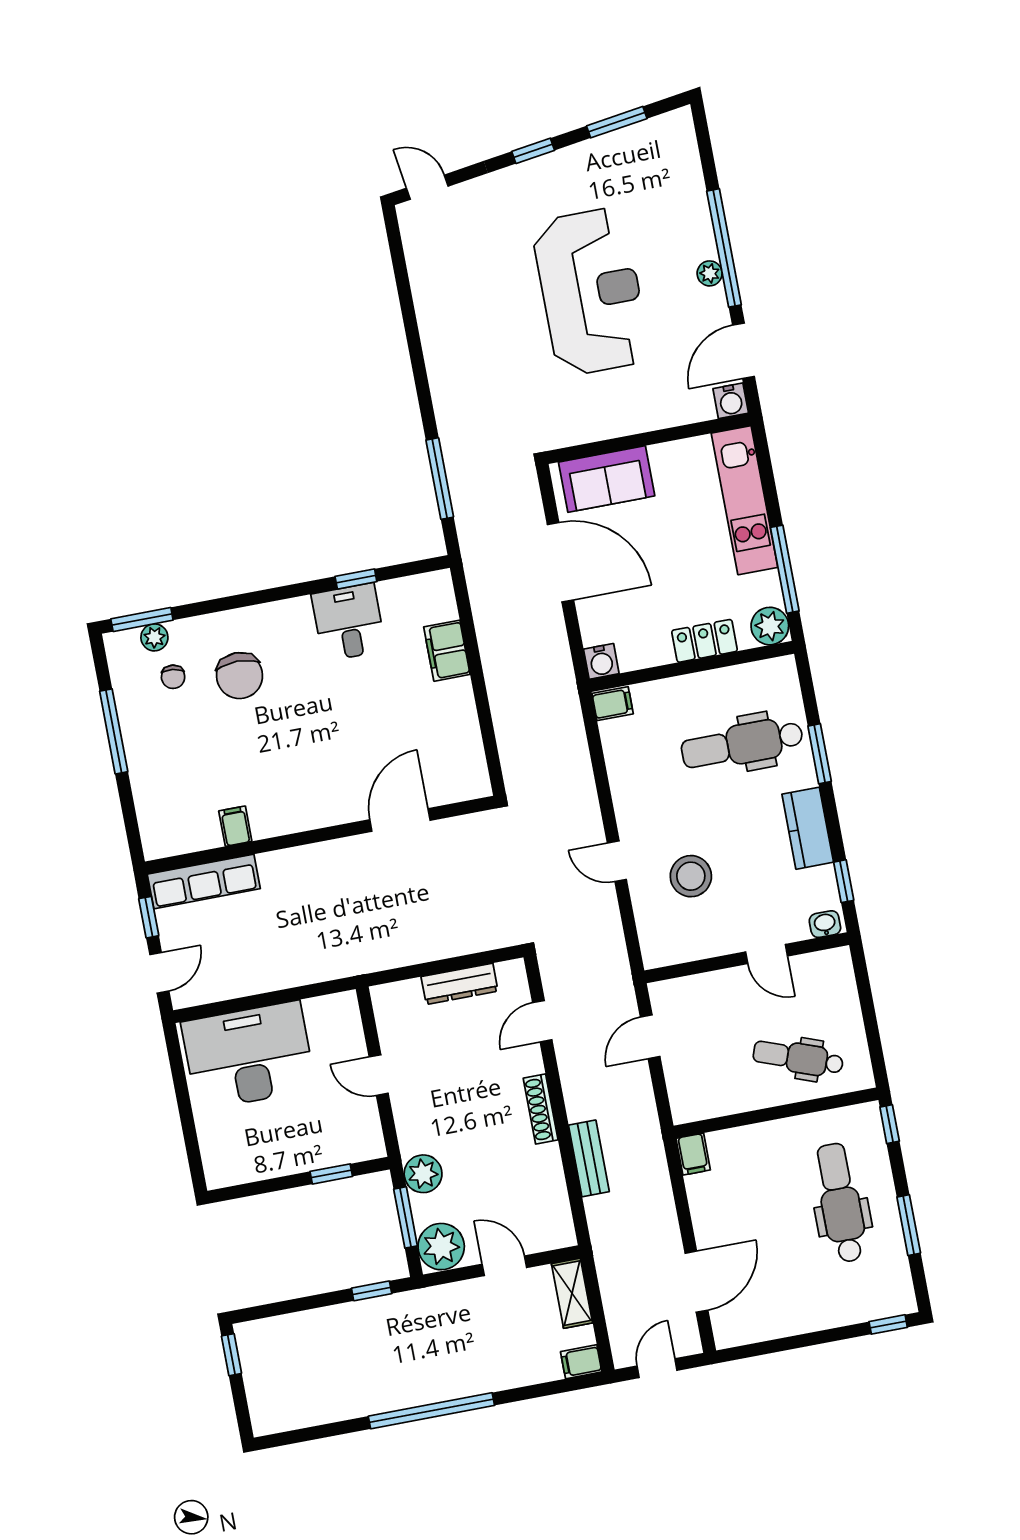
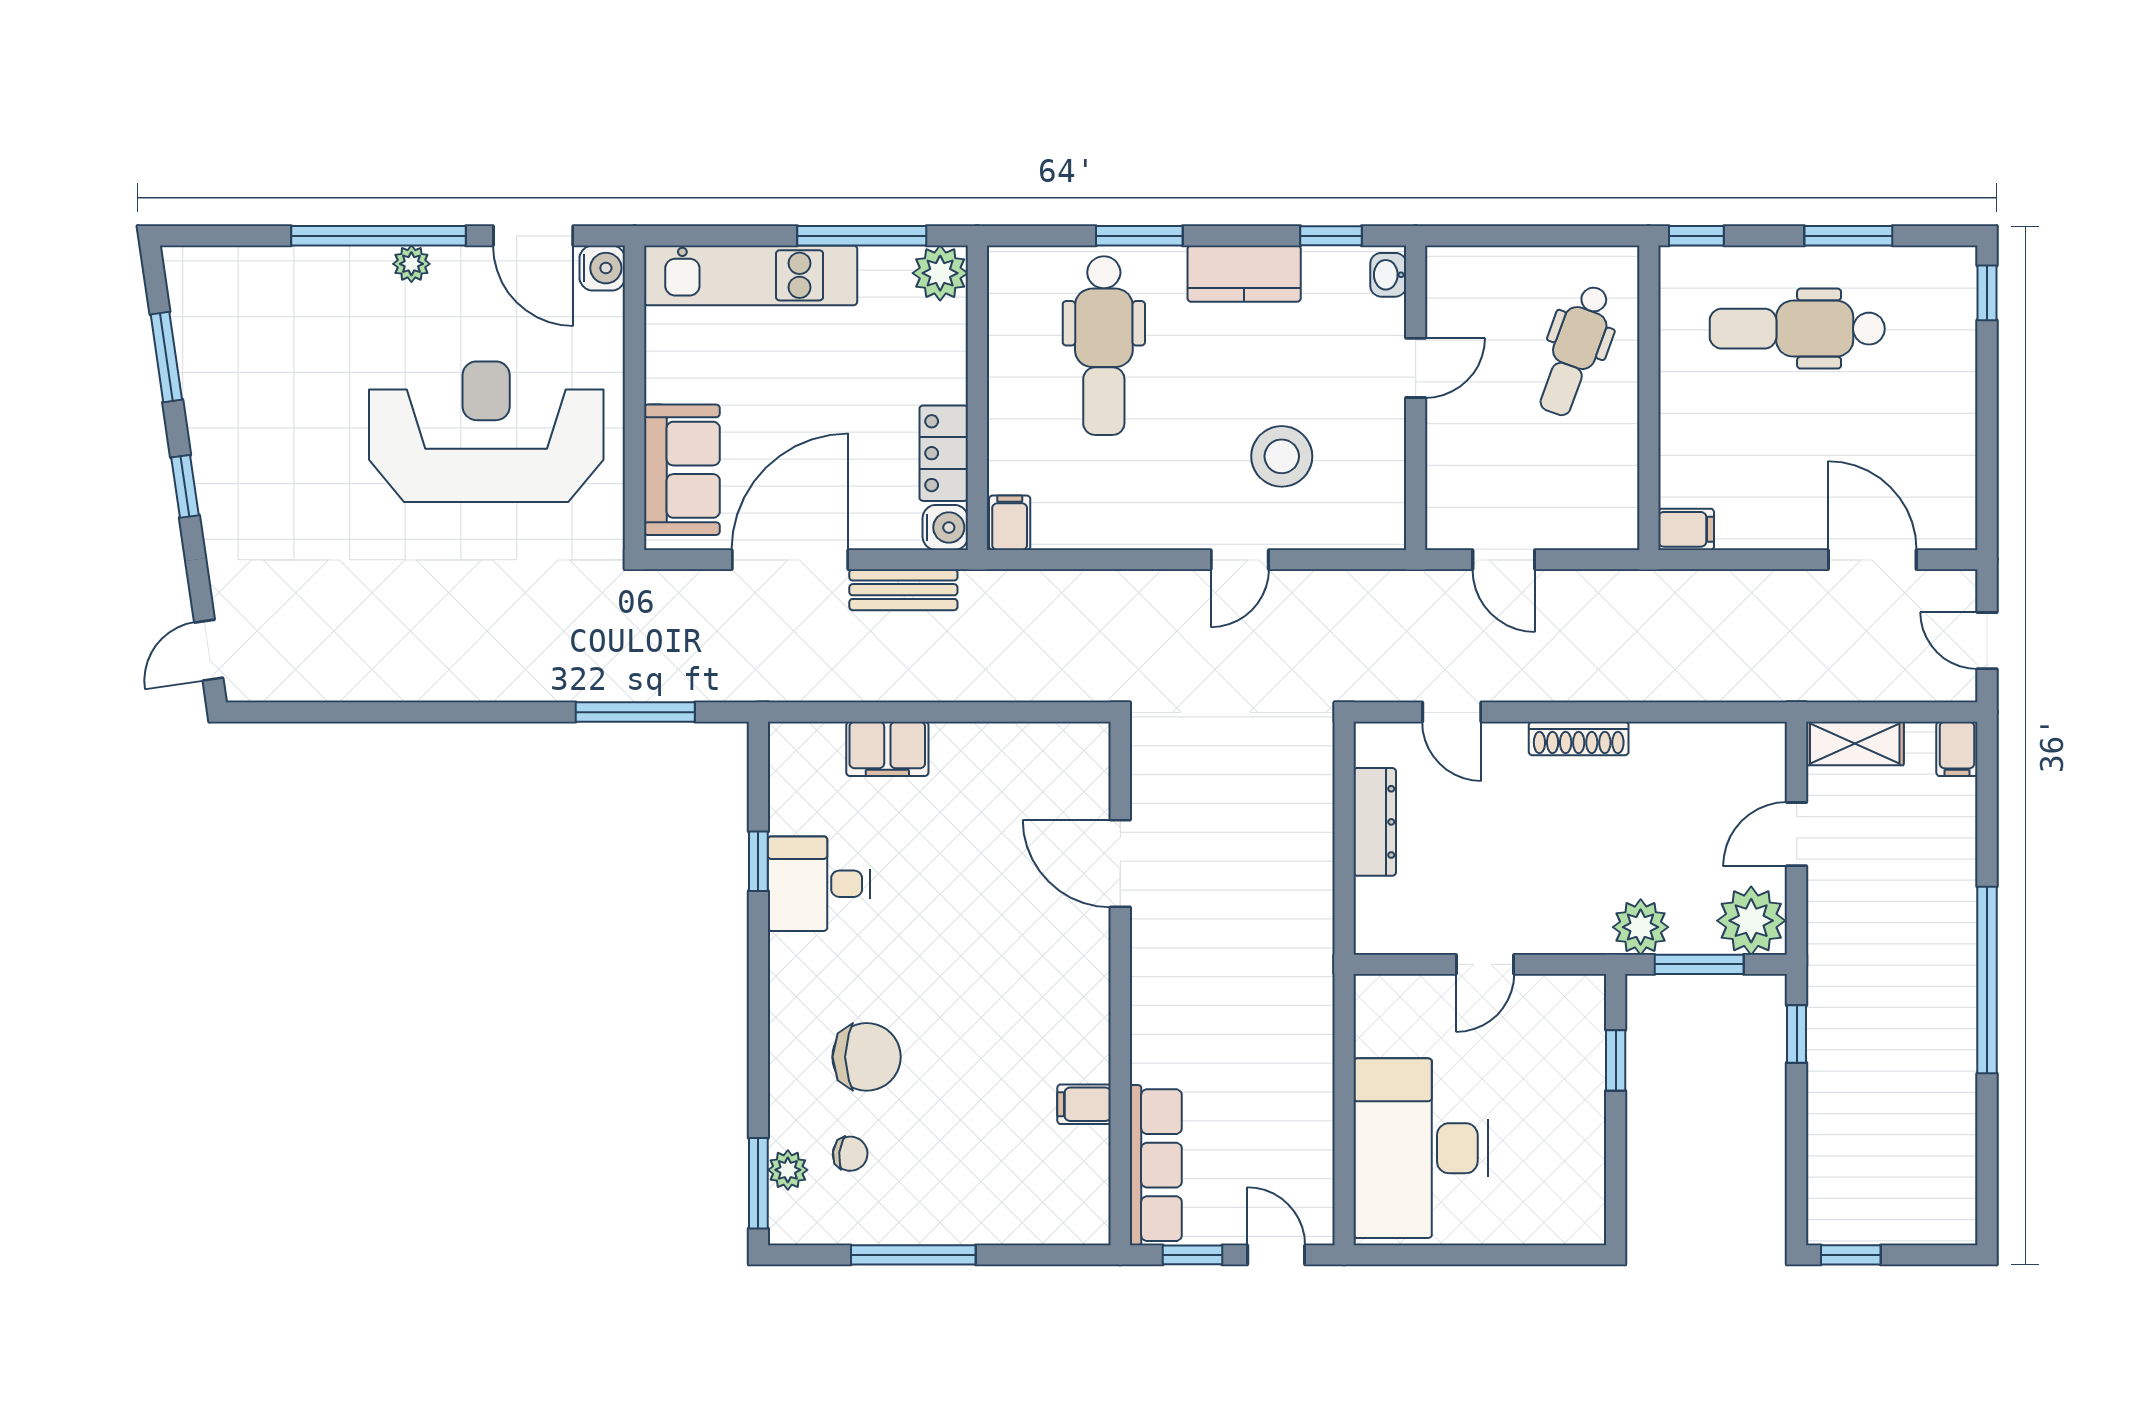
reception desk: (591, 292) -> (486, 432), moved
locker: (705, 641) -> (944, 453), moved
bench: (589, 1158) -> (903, 590), moved

